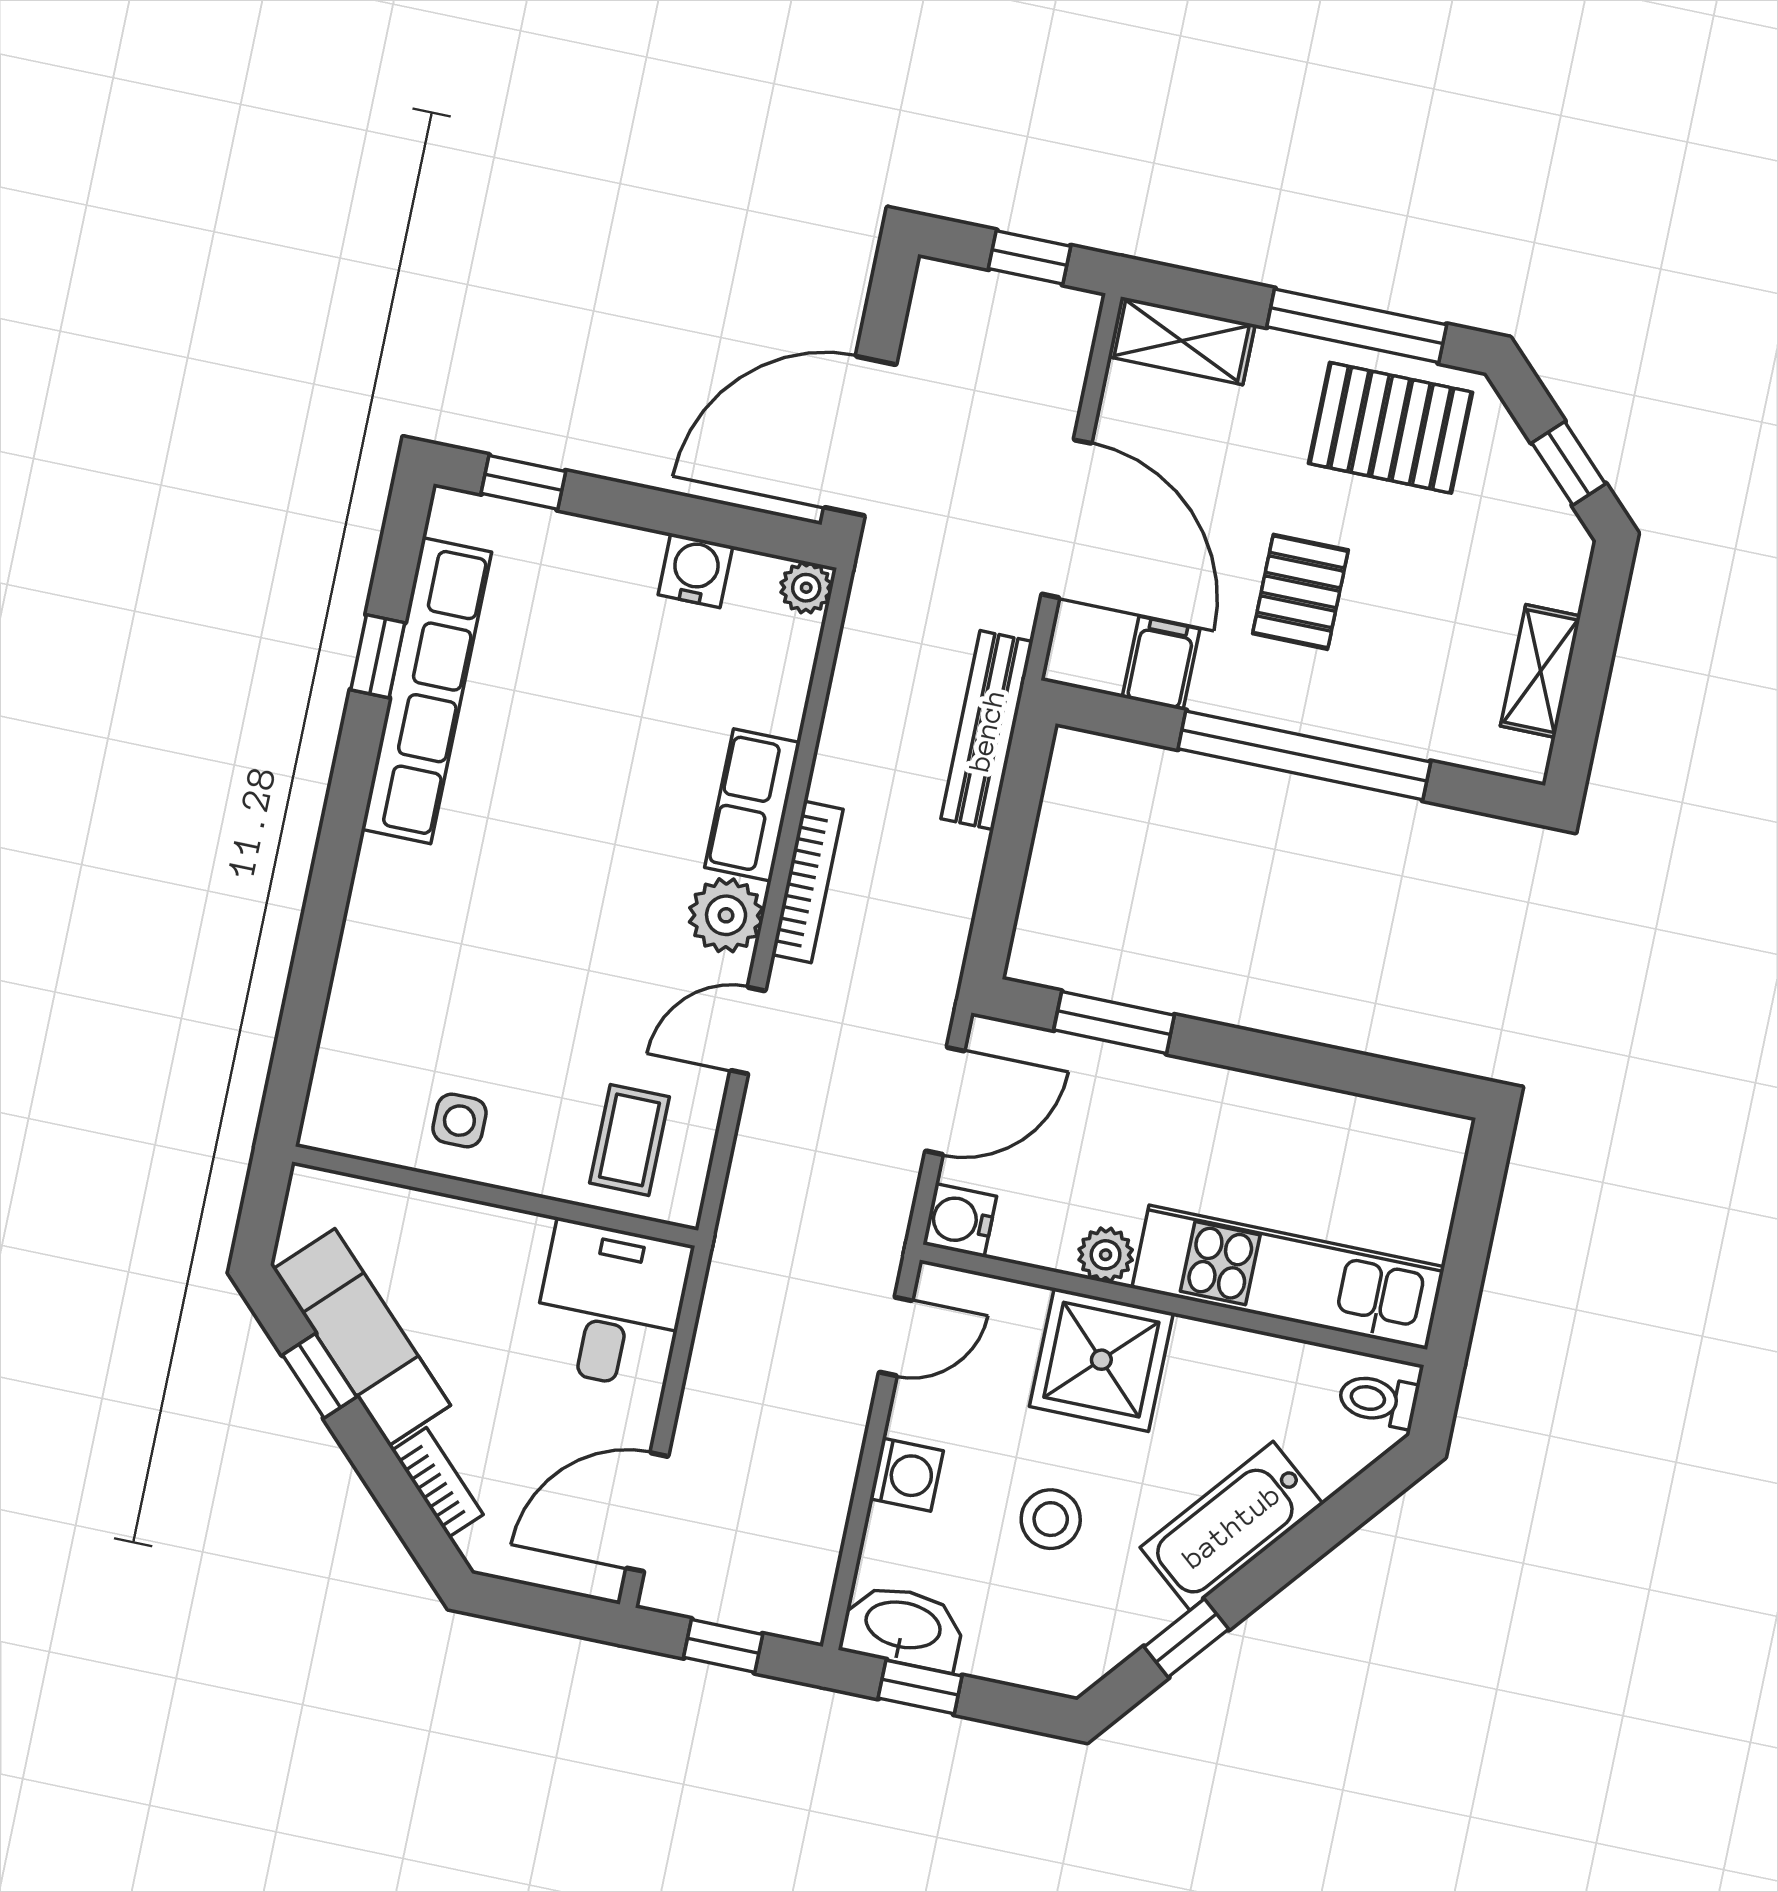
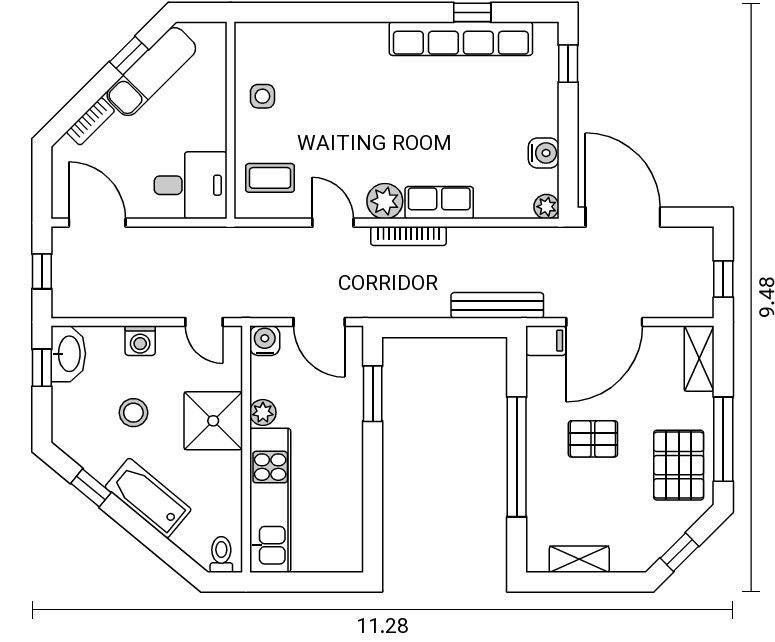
filing cabinet: (1161, 663) -> (546, 341), moved

